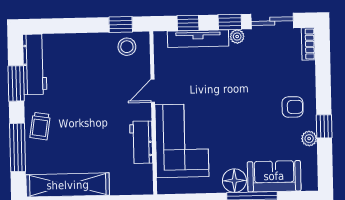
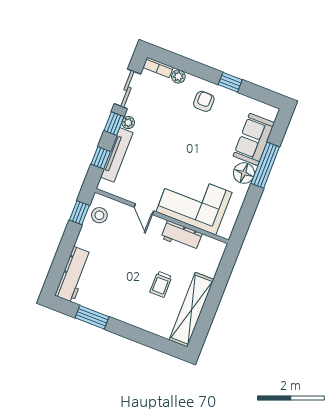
workbench: (35, 64) -> (73, 274), moved, turned 90
trolley: (40, 126) -> (161, 284), moved, turned 81
plant: (309, 139) -> (178, 76), moved
window: (18, 147) -> (144, 338), removed

